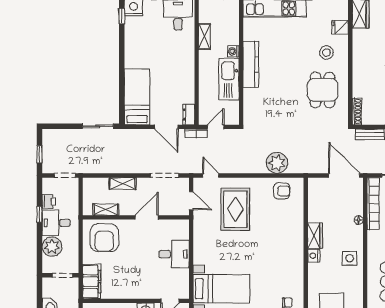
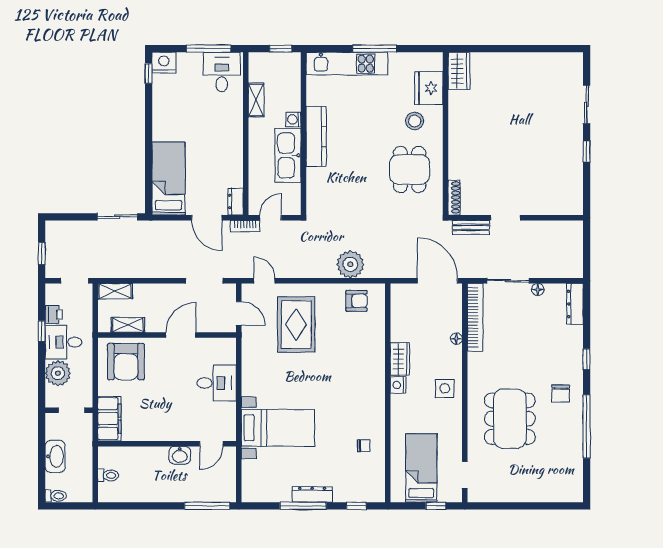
fridge: (340, 27) -> (429, 88), width x1.88, depth x1.34
shelving: (122, 184) -> (115, 291), moved

